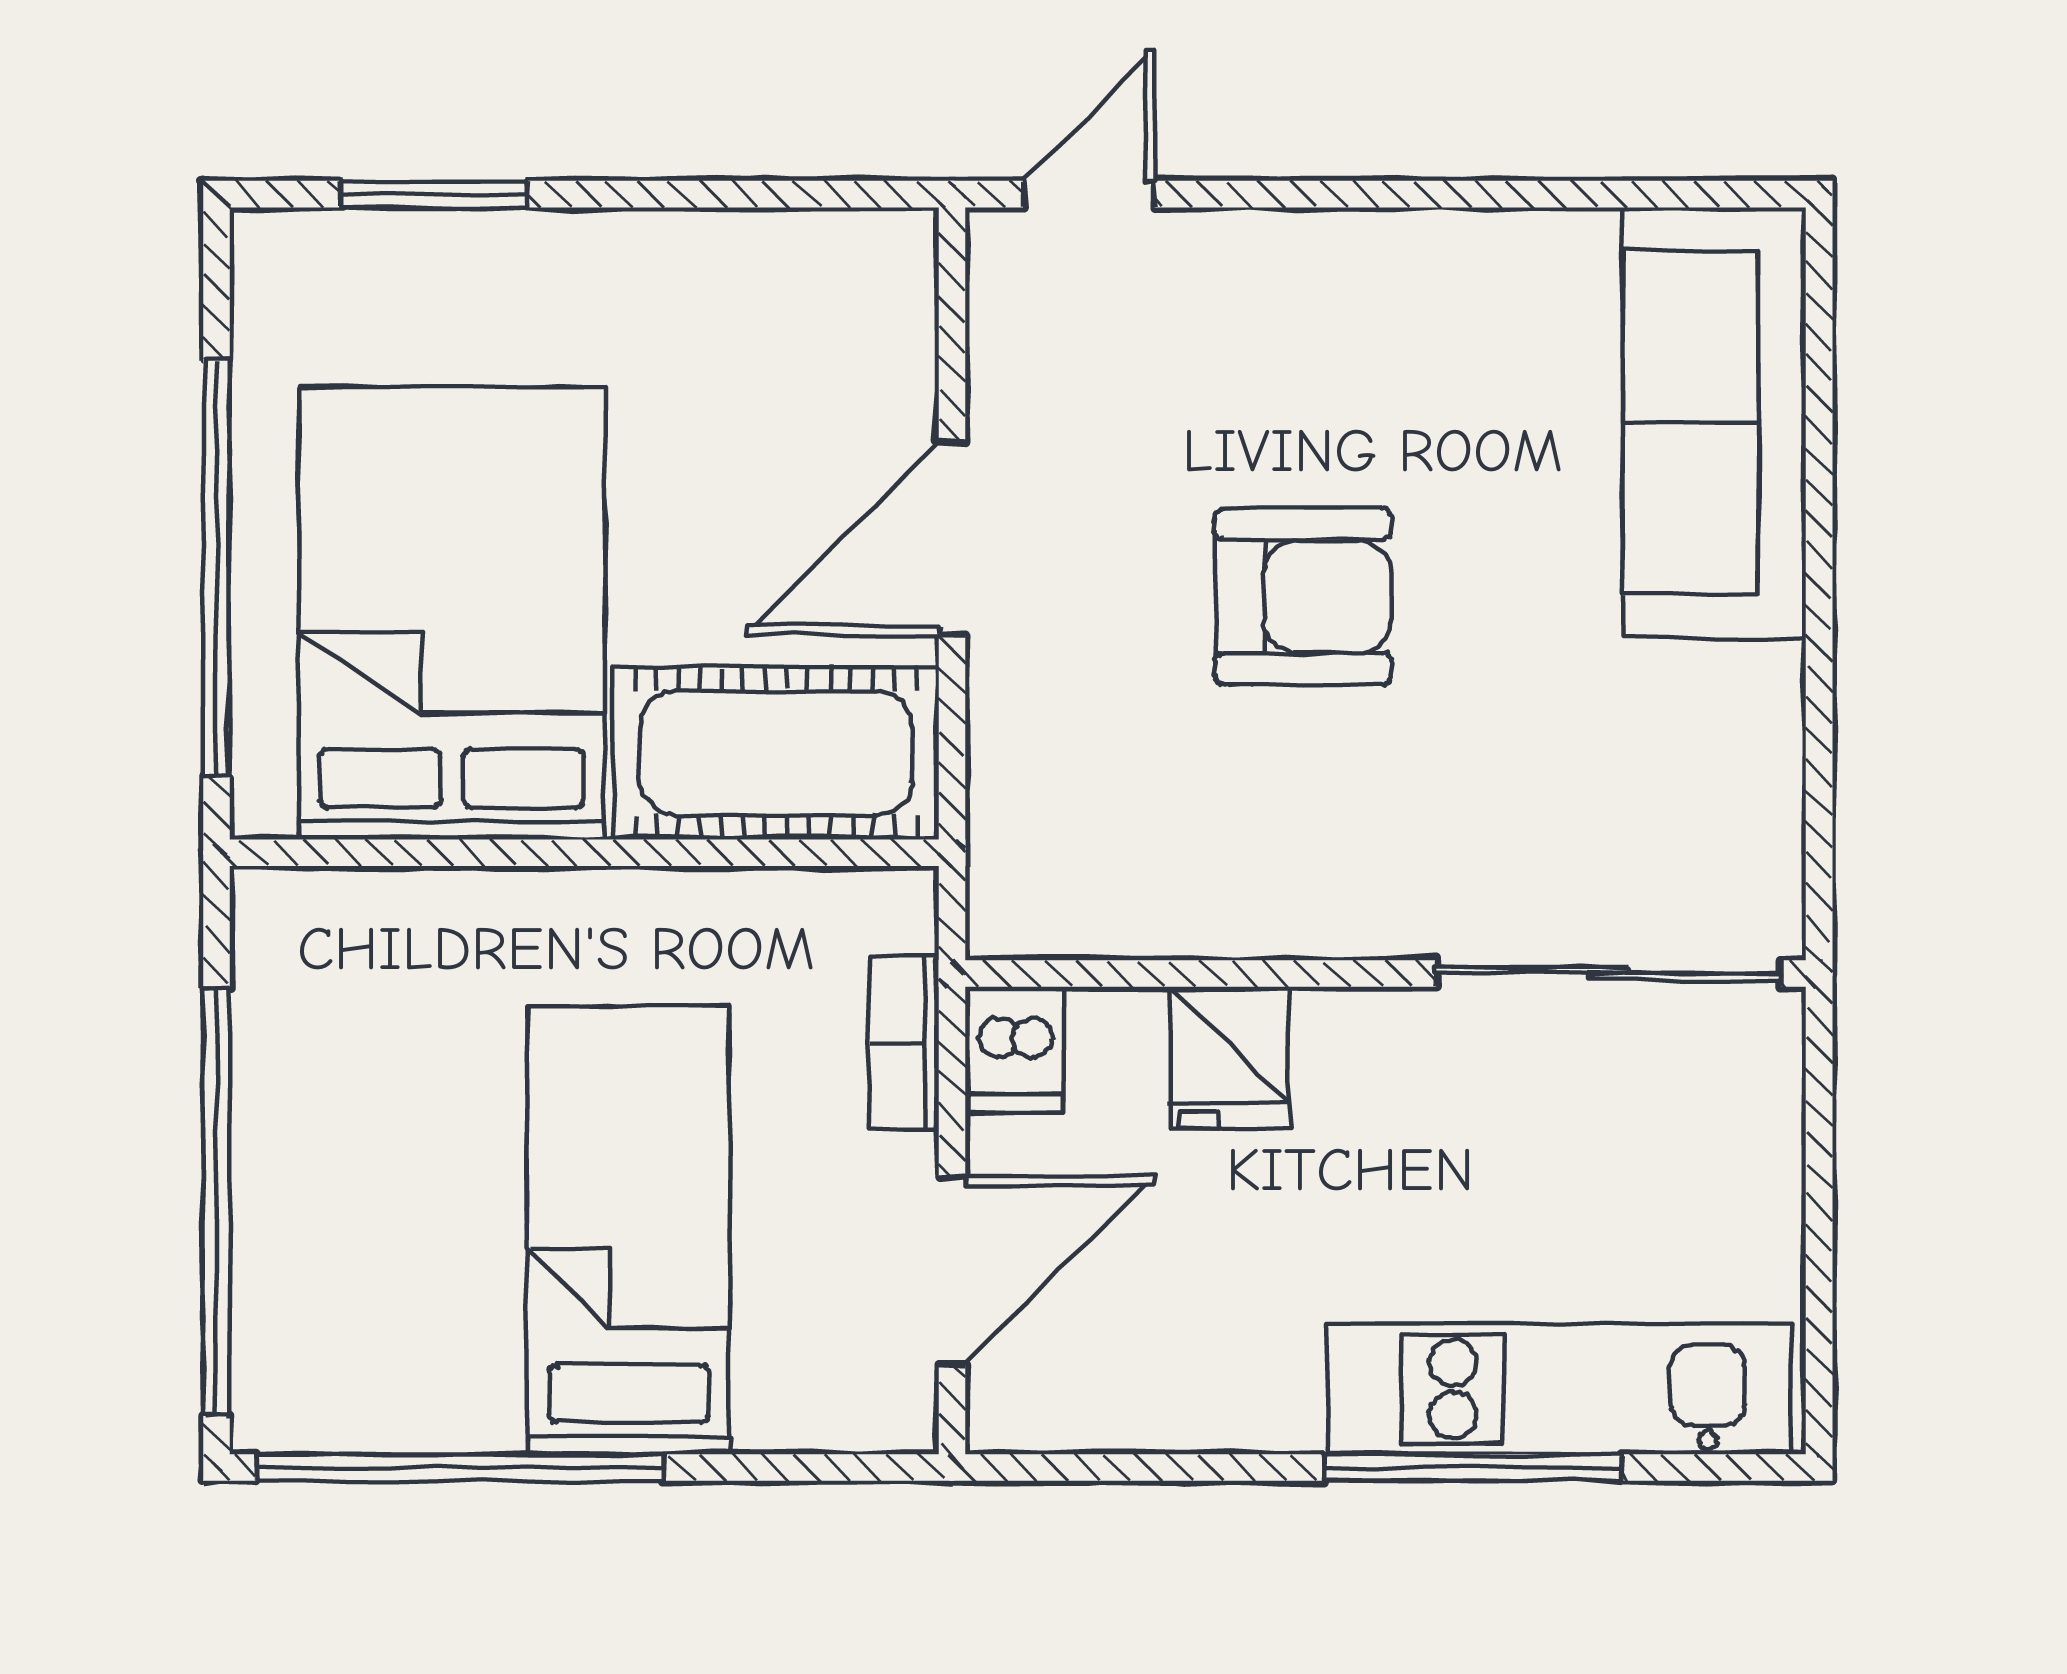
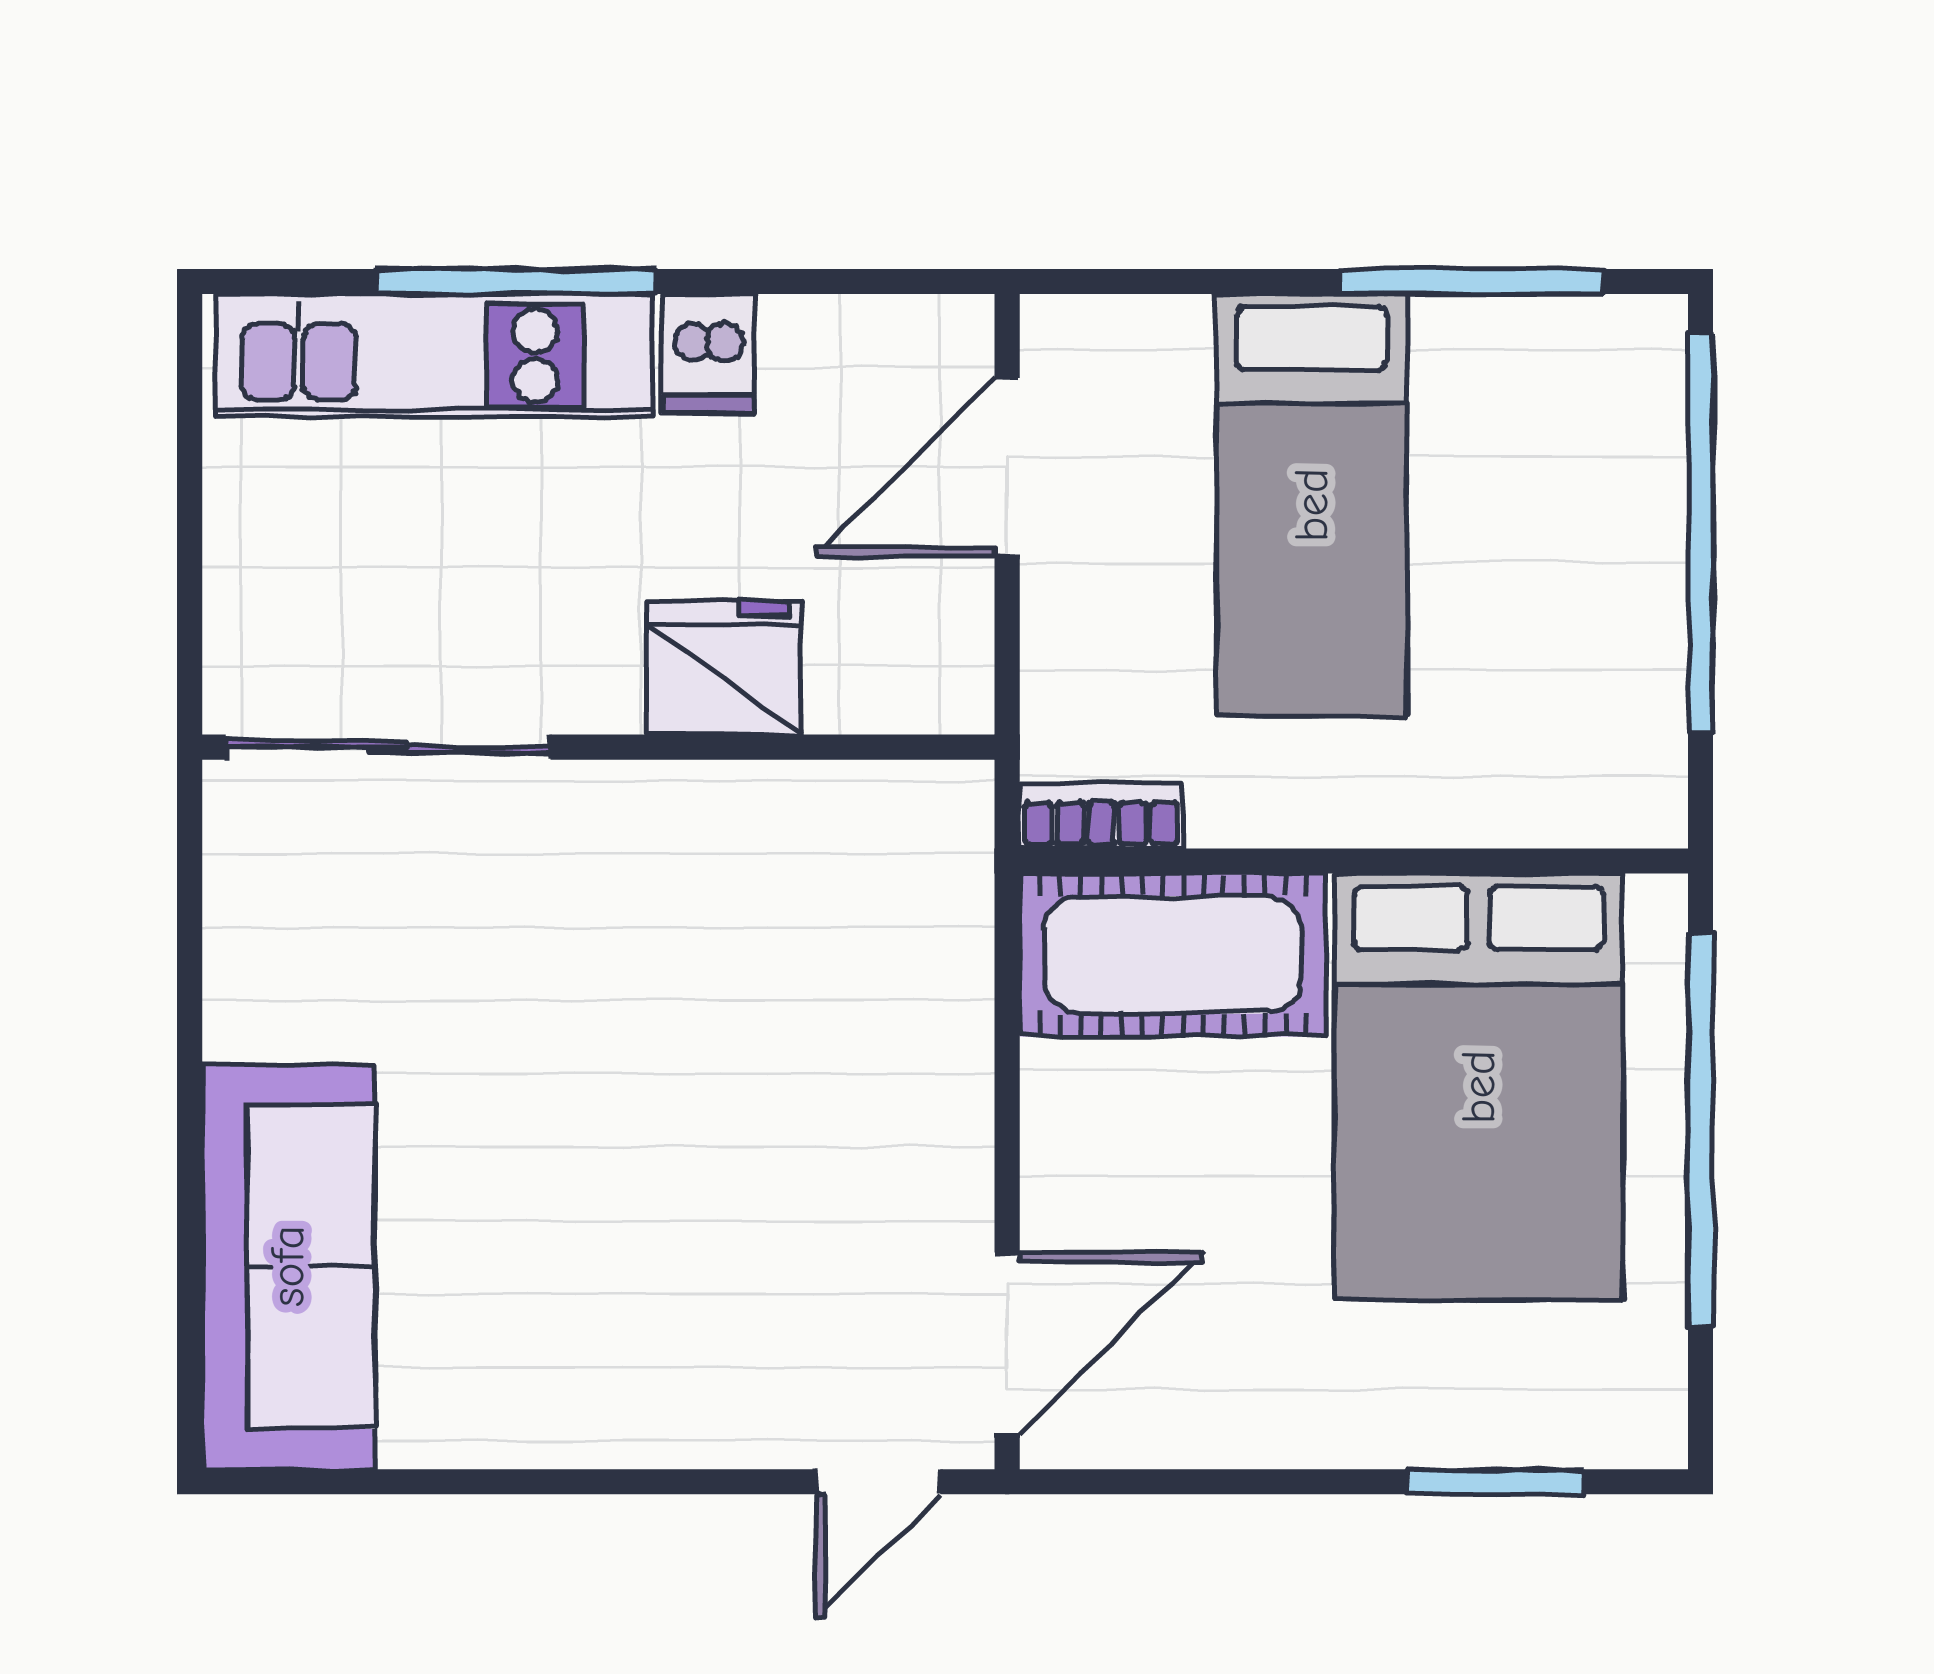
door: (952, 539) -> (1007, 1344), moved
armchair: (1303, 596) -> (676, 1103), removed
bookcase: (904, 1043) -> (1101, 816), moved, turned -90
dishwasher: (1014, 1050) -> (708, 354), moved, turned 180
fridge: (1229, 1058) -> (724, 668), width x1.38
window: (460, 1467) -> (1471, 281), width x0.68

